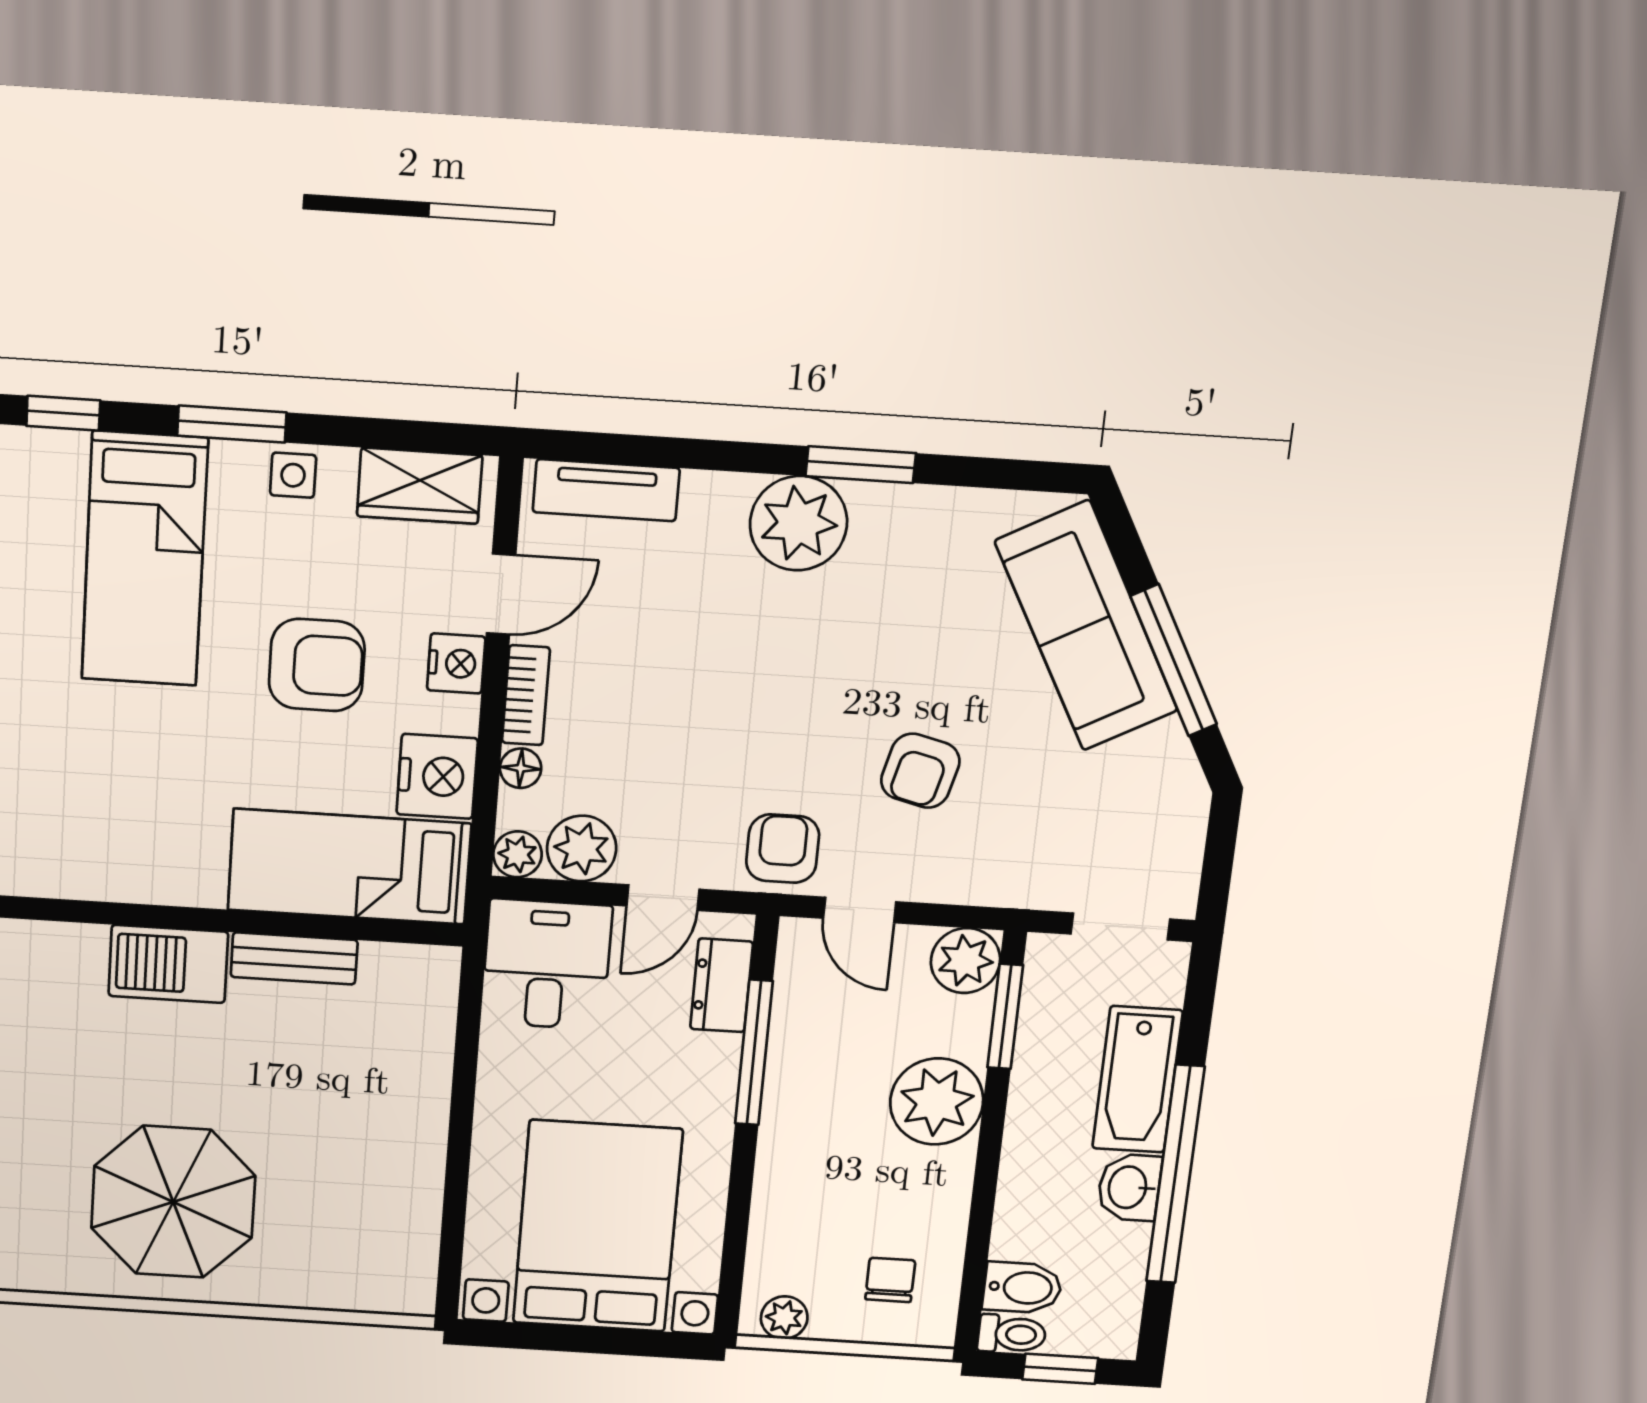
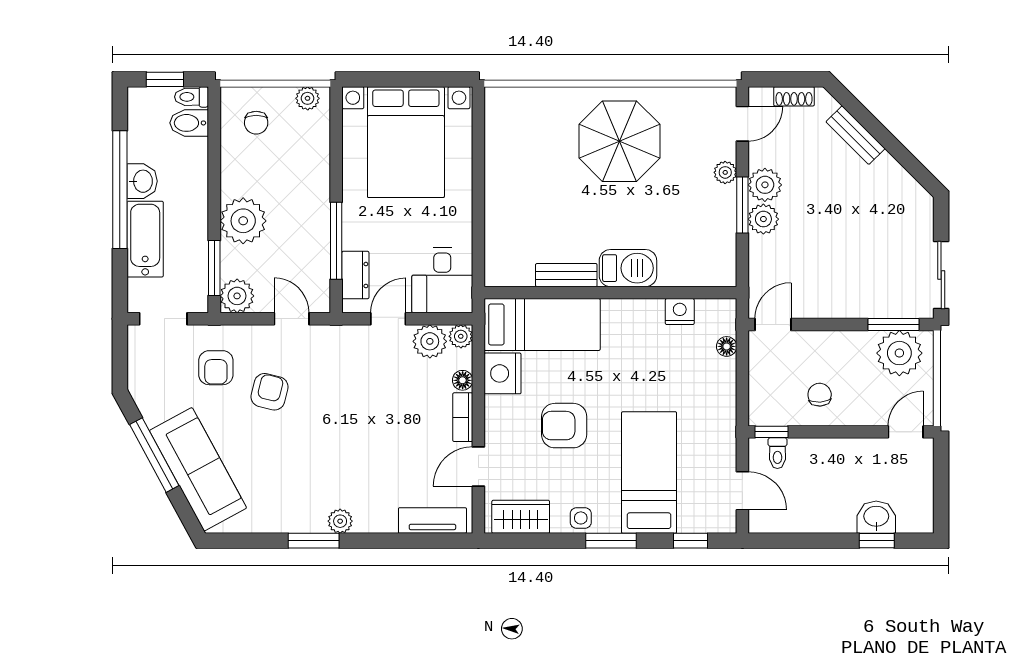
plant: (799, 523) -> (340, 521), width x0.53, depth x0.53
nightstand: (456, 663) -> (680, 312), moved, turned 90
armchair: (783, 849) -> (216, 368), moved

